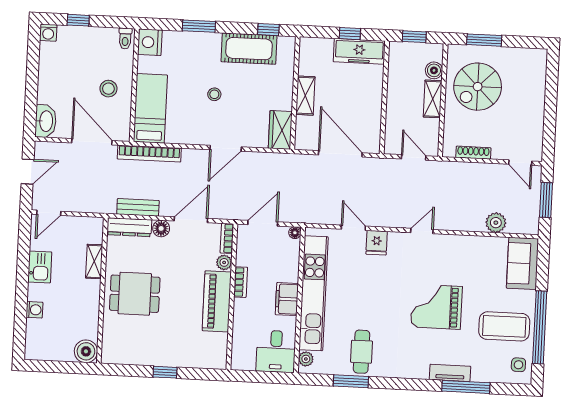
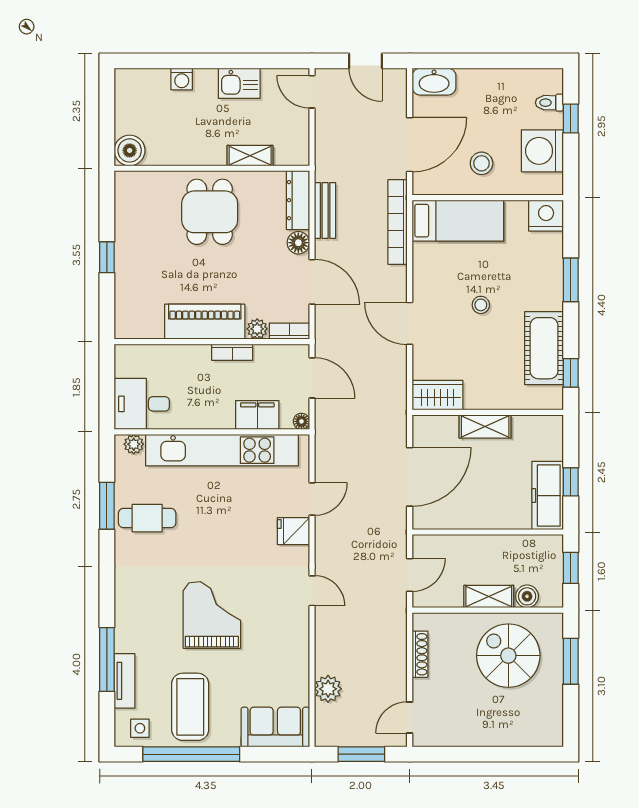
washing machine: (48, 33) -> (542, 151), moved, width x1.89, depth x1.89
toilet: (125, 39) -> (549, 103), moved
filing cabinet: (287, 299) -> (257, 415), moved
tv unit: (450, 373) -> (125, 681), moved

